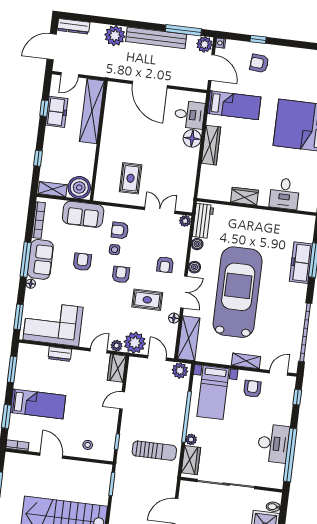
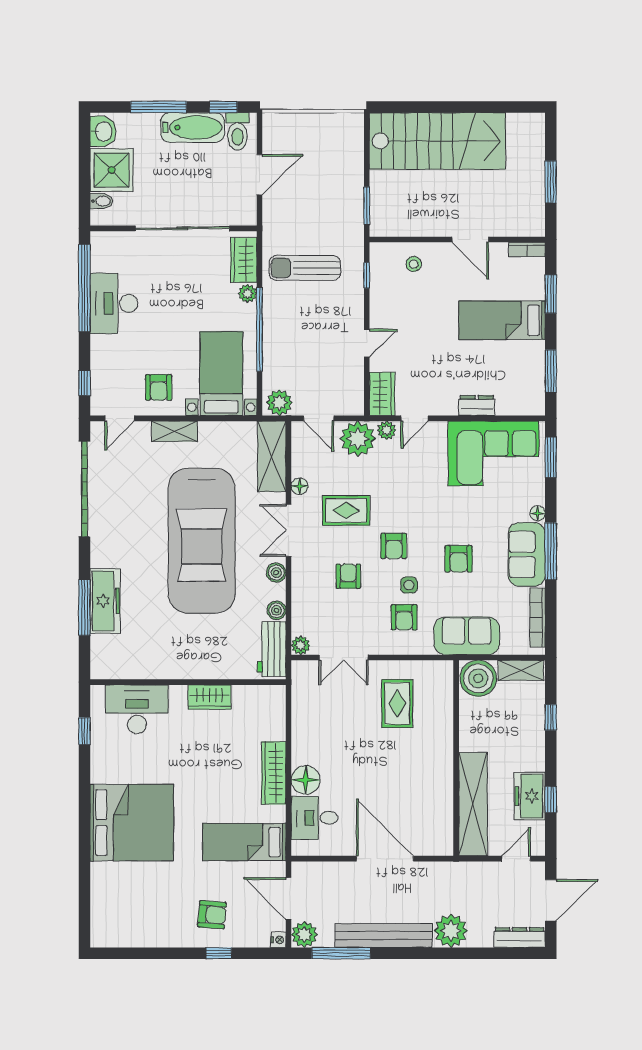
desk: (285, 194) -> (137, 709), width x1.37
armchair: (120, 230) -> (404, 617), turned 90
armchair: (165, 265) -> (348, 576), moved

